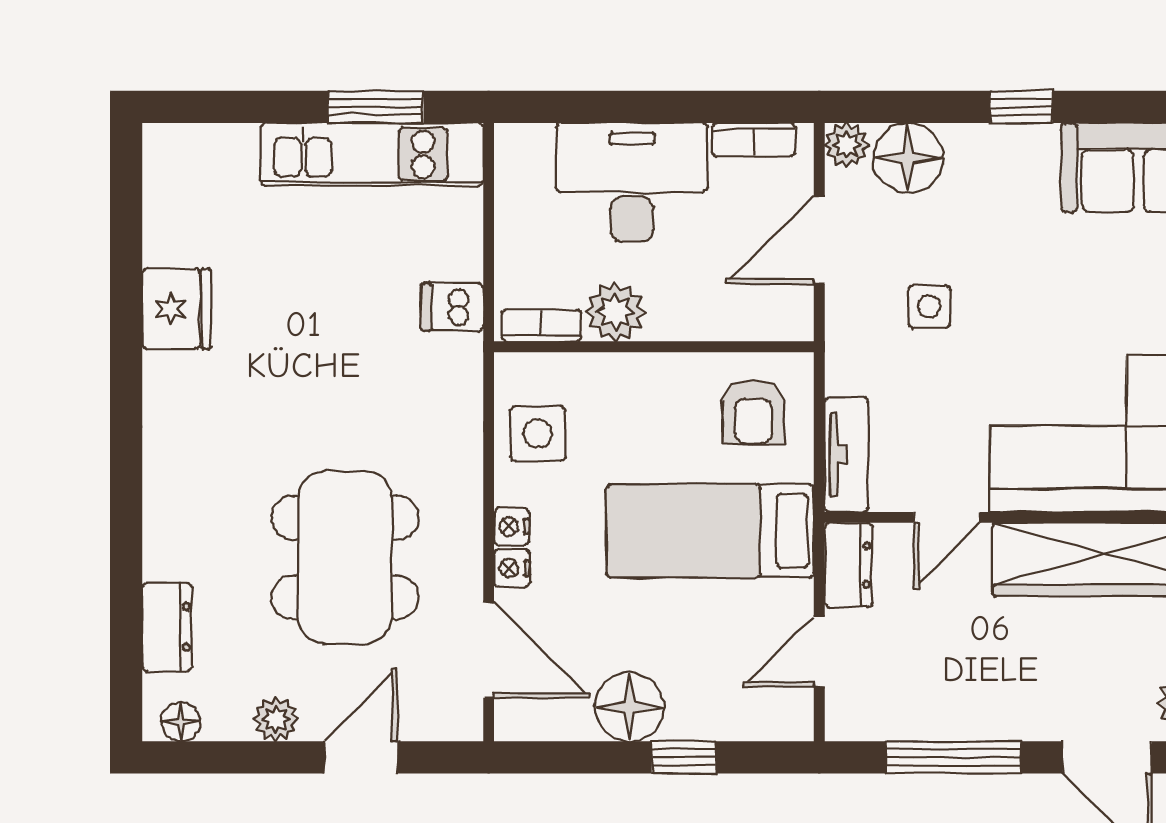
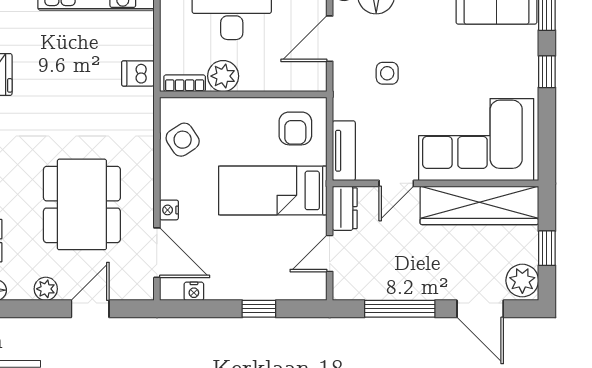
side table: (538, 434) -> (183, 140), turned -33
nightstand: (511, 527) -> (194, 291), moved, turned -90
floor lamp: (629, 707) -> (230, 282), removed

